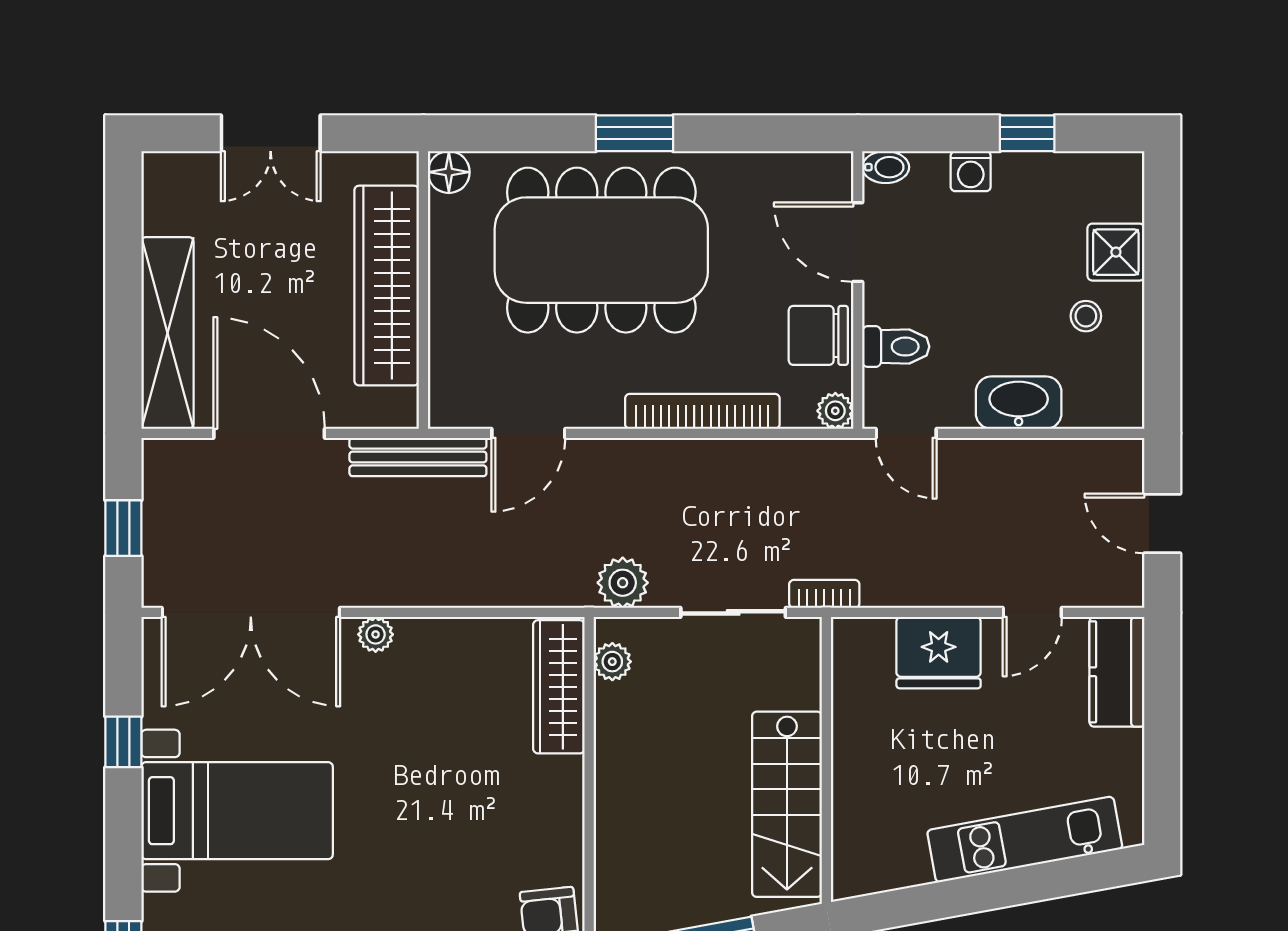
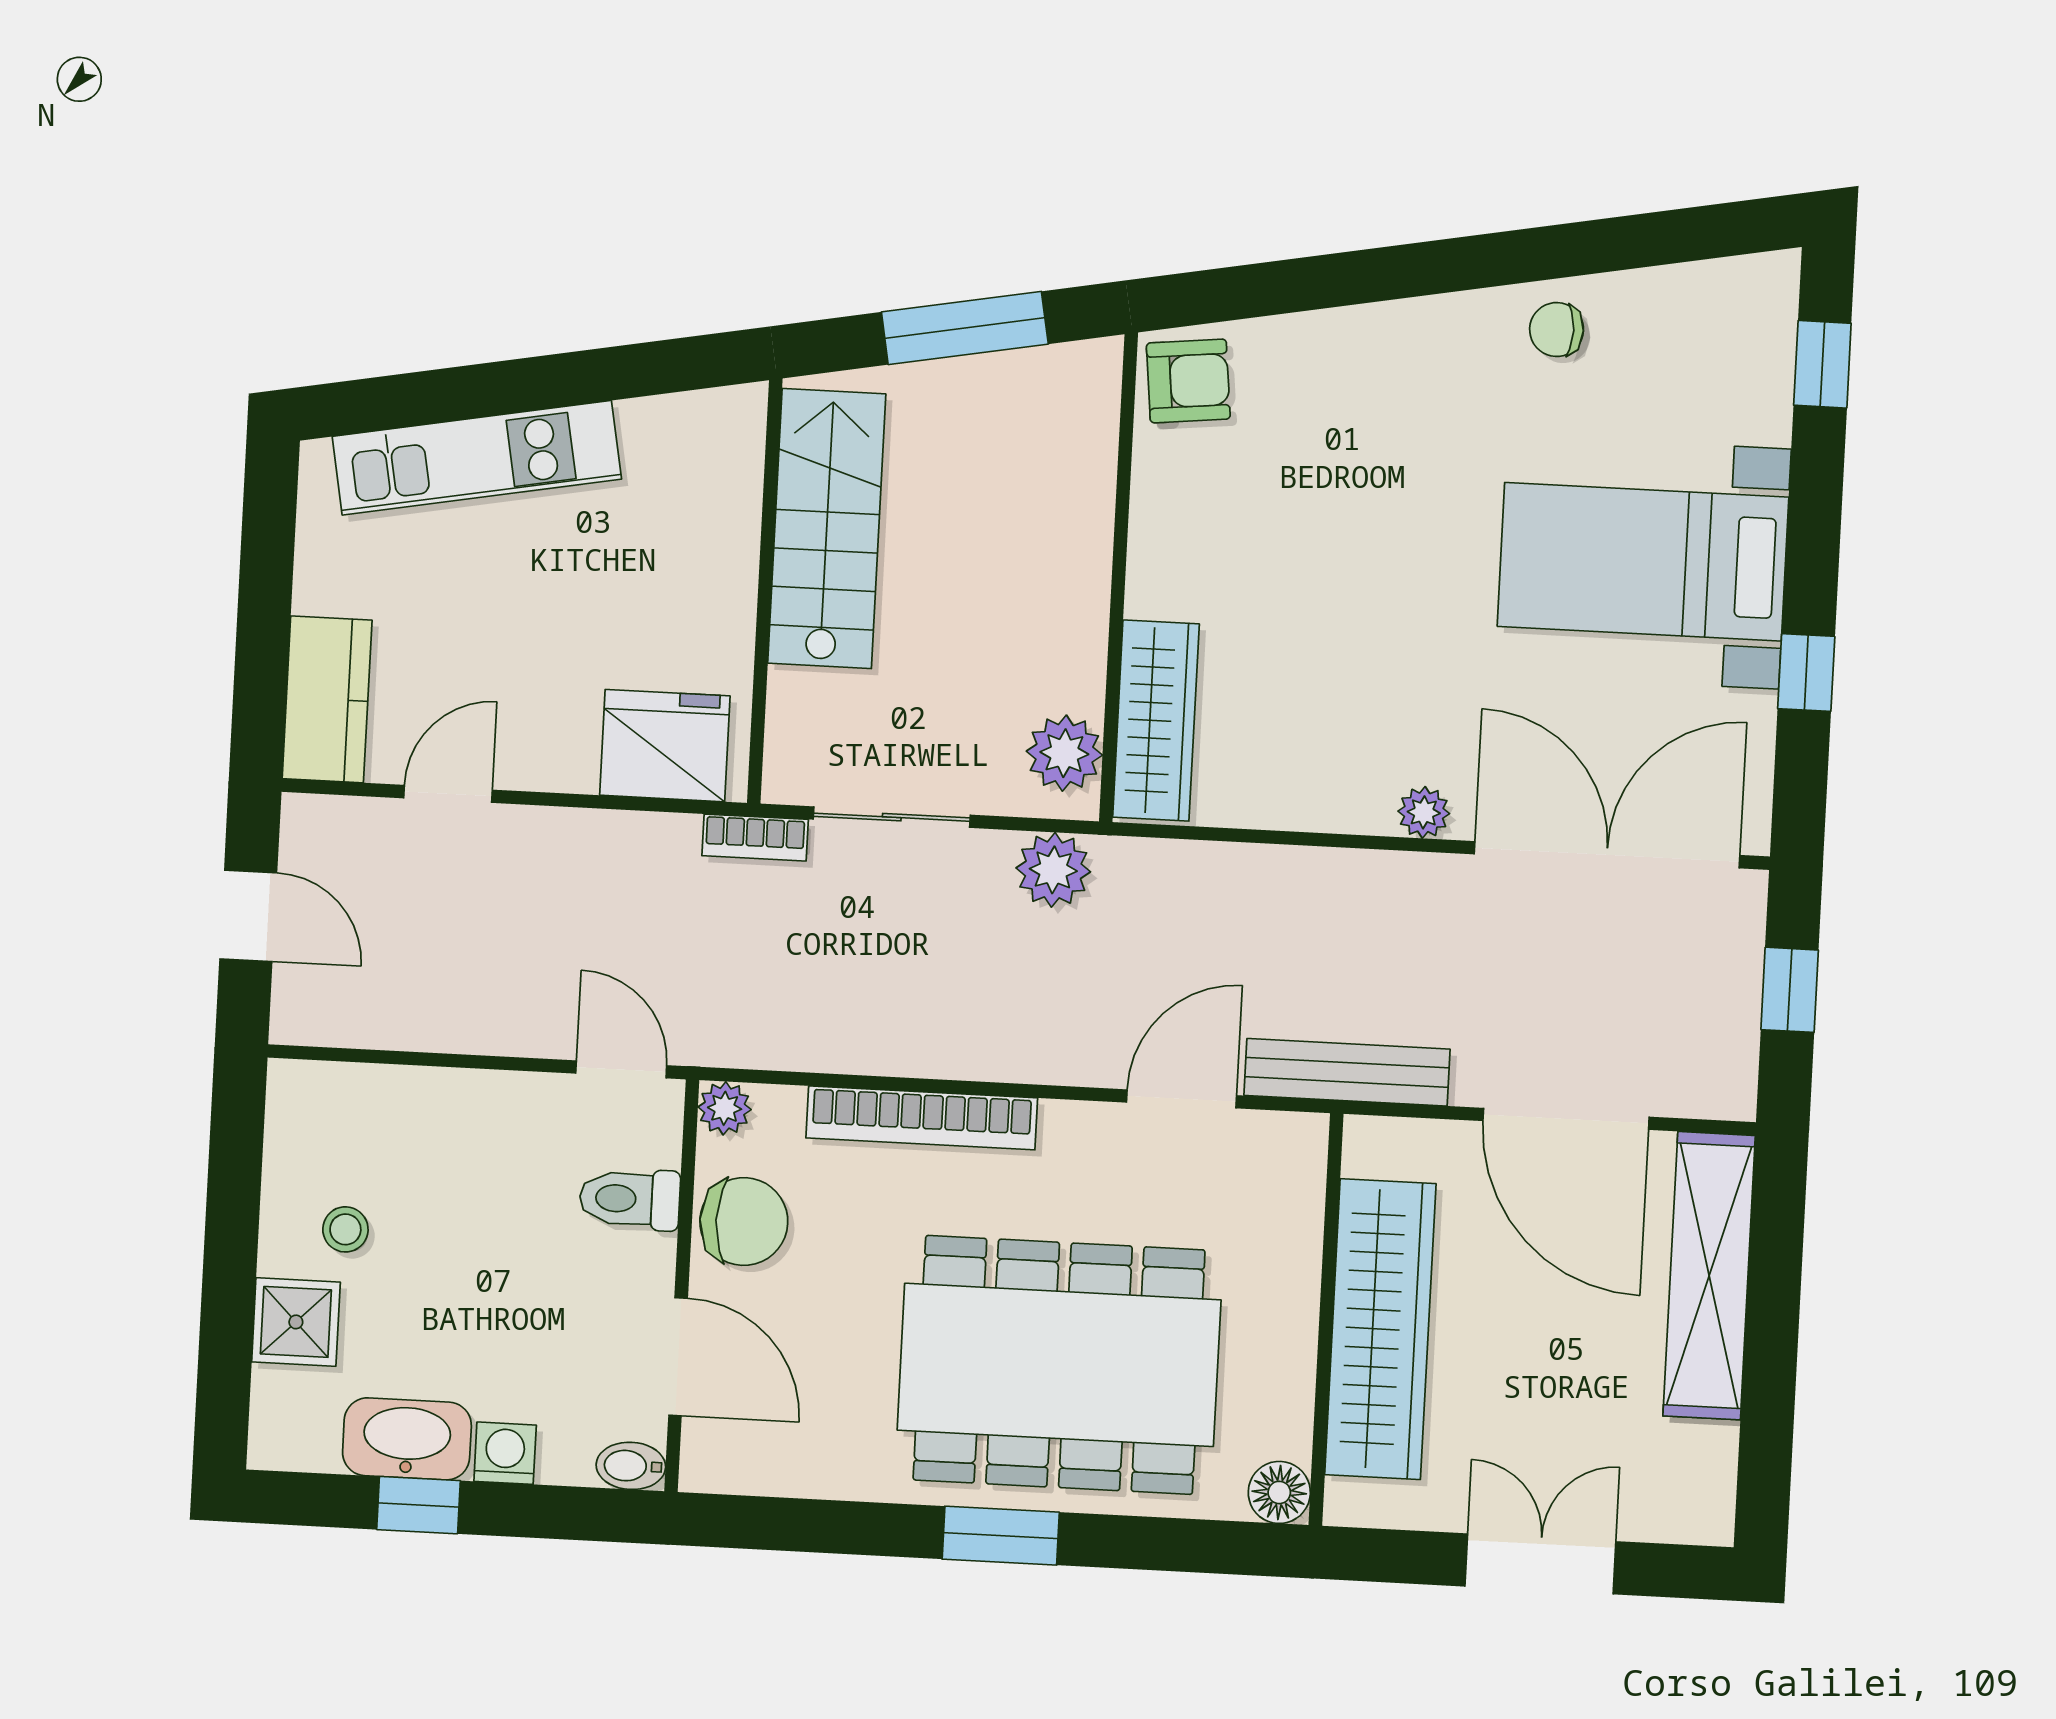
washbasin: (1019, 403) -> (407, 1439), moved, turned 180
fridge: (939, 653) -> (665, 746), moved
plant: (612, 662) -> (1064, 753), width x1.38, depth x1.38

